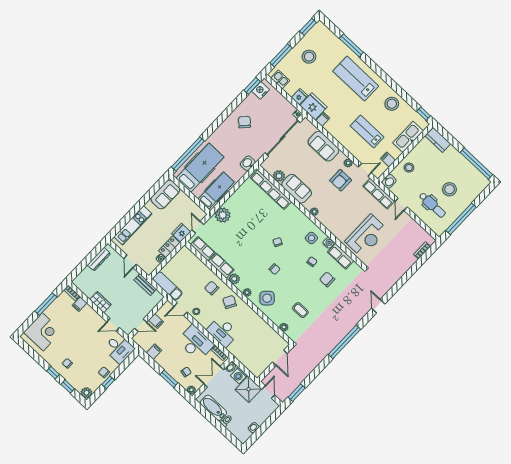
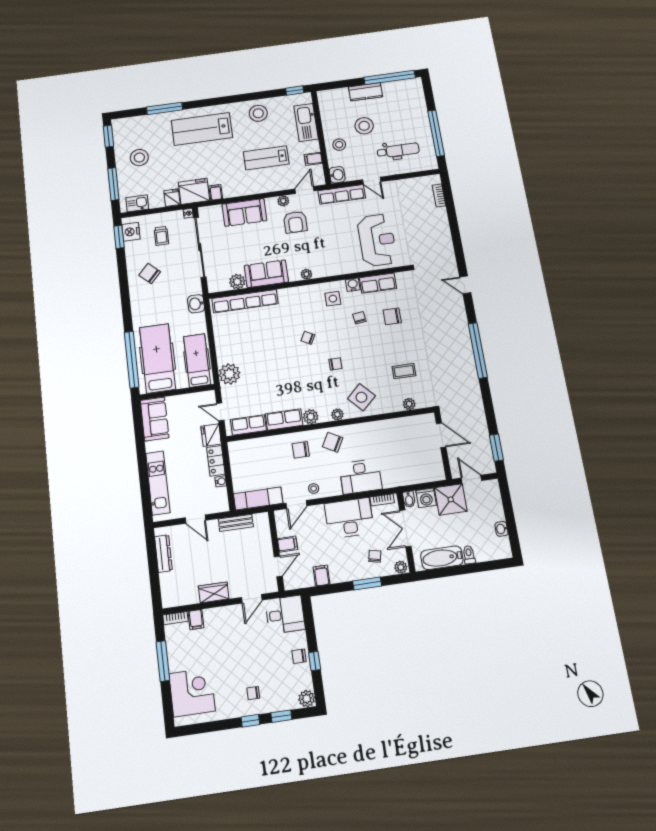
trolley: (272, 110) -> (161, 236), added
kitchen counter: (438, 140) -> (366, 92), moved
stool: (450, 189) -> (364, 126), moved

